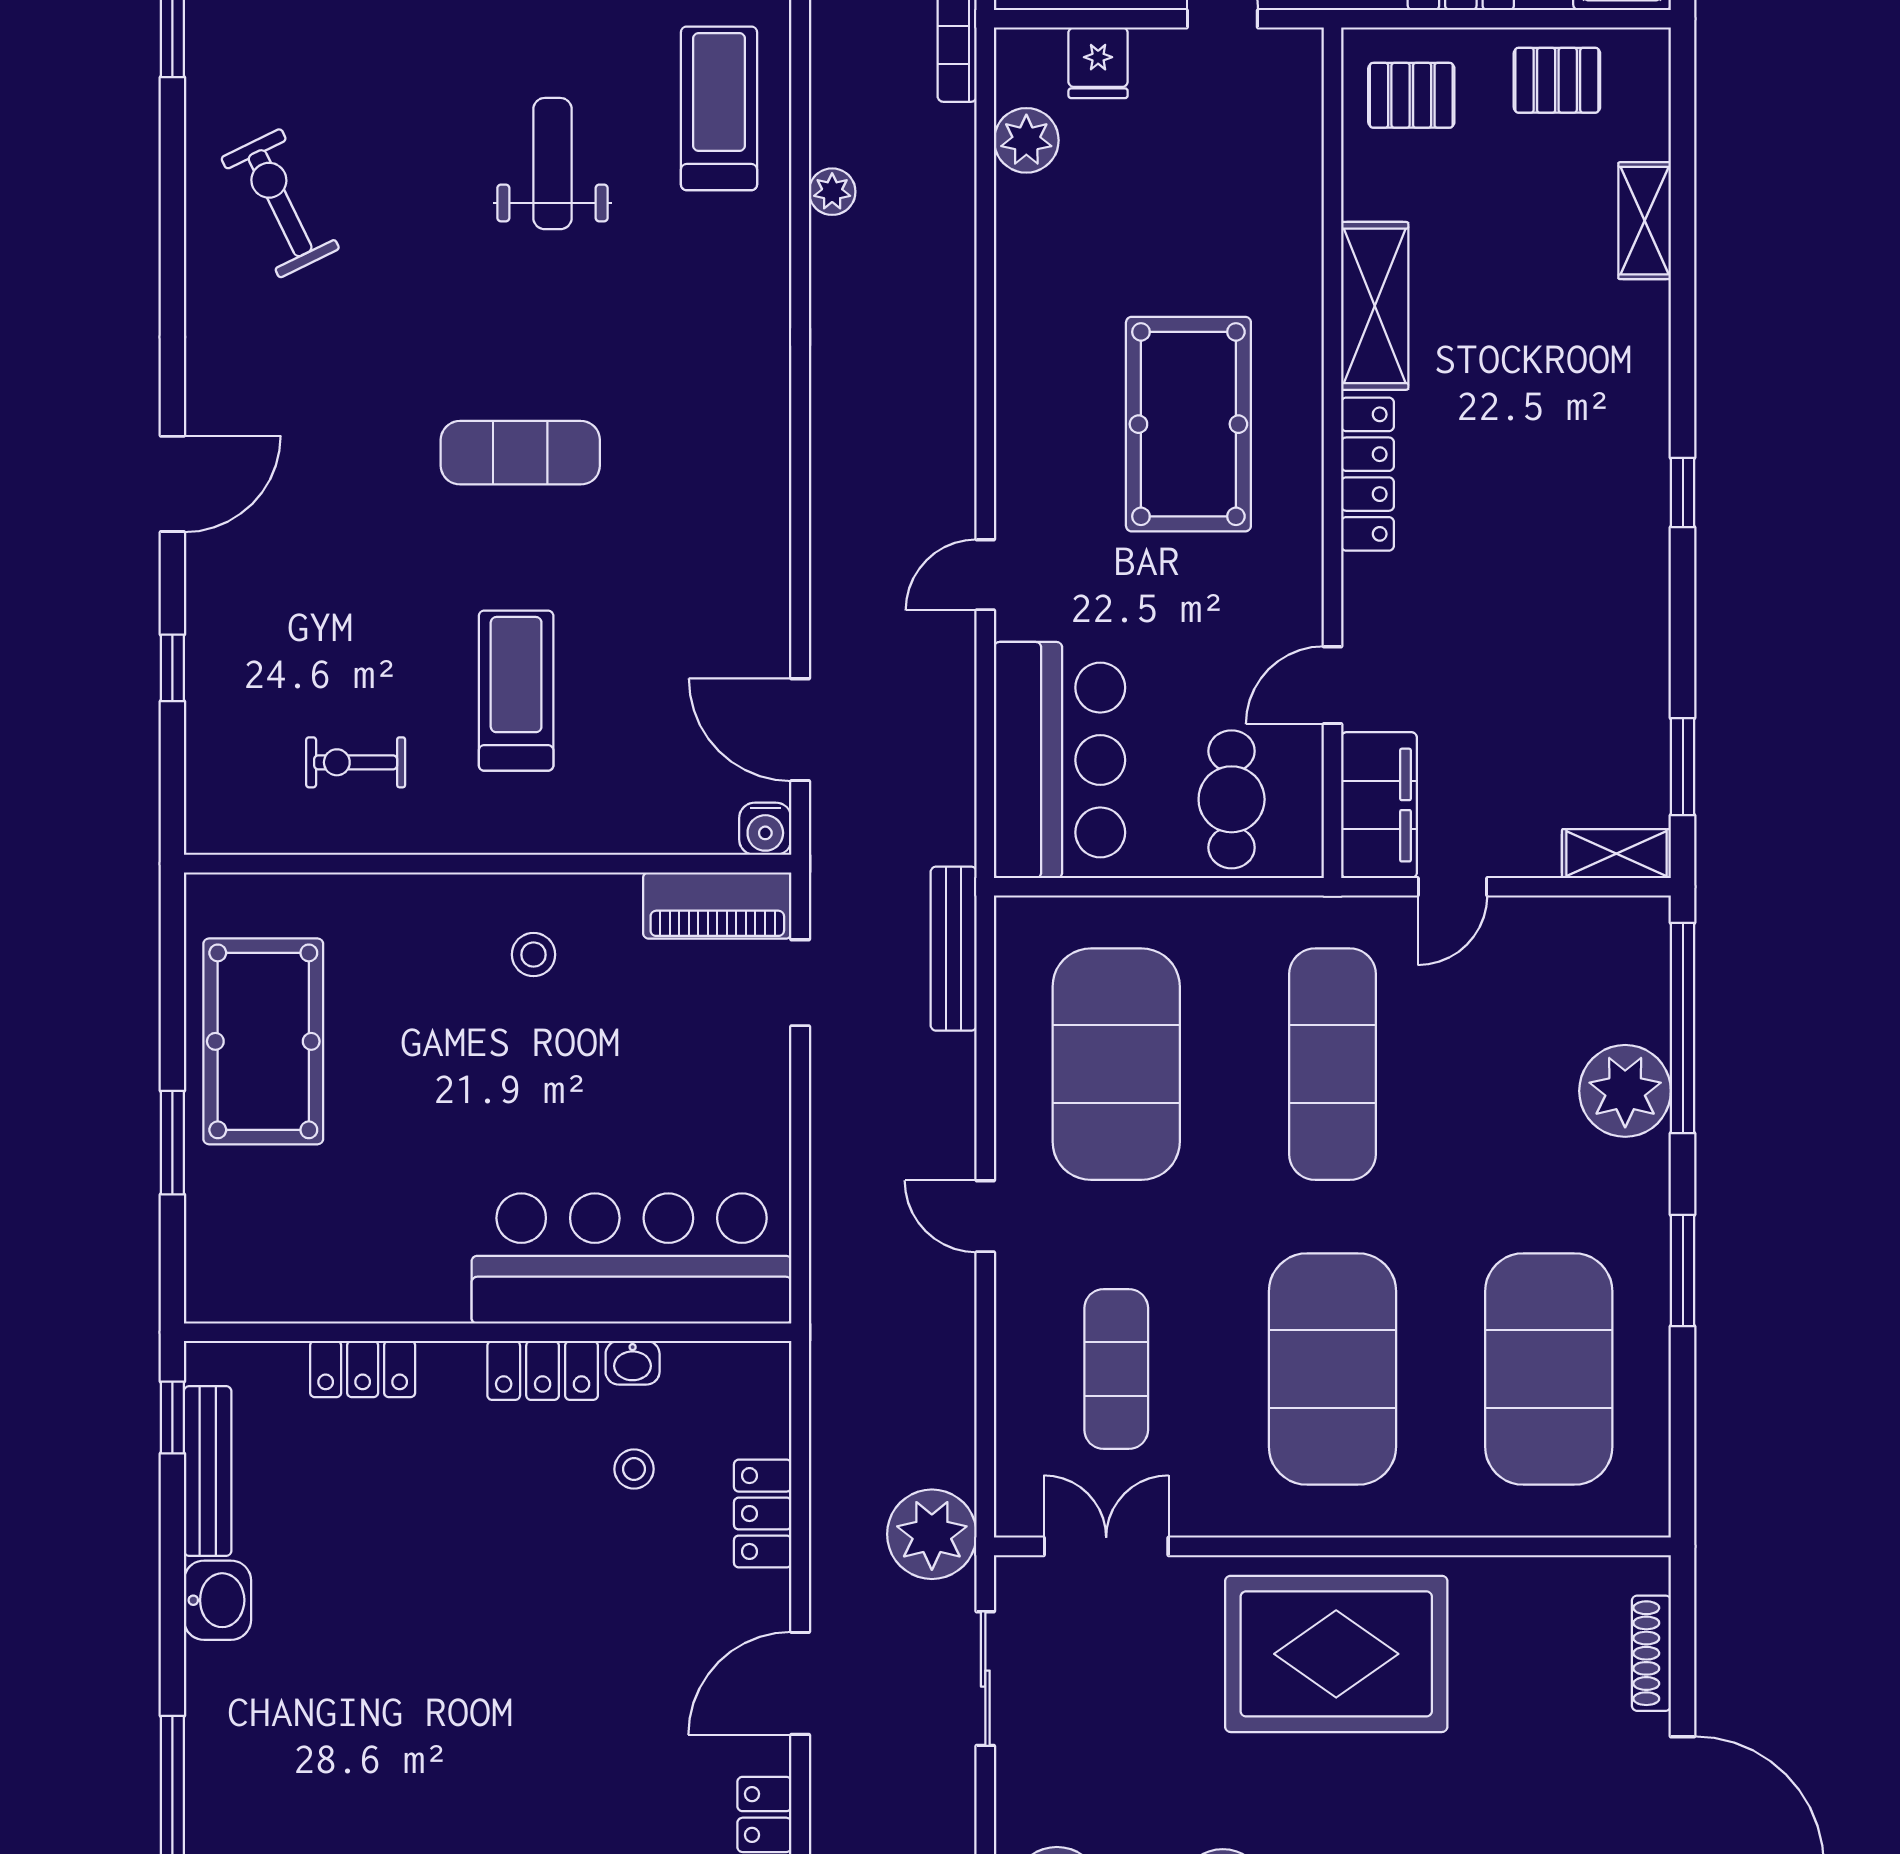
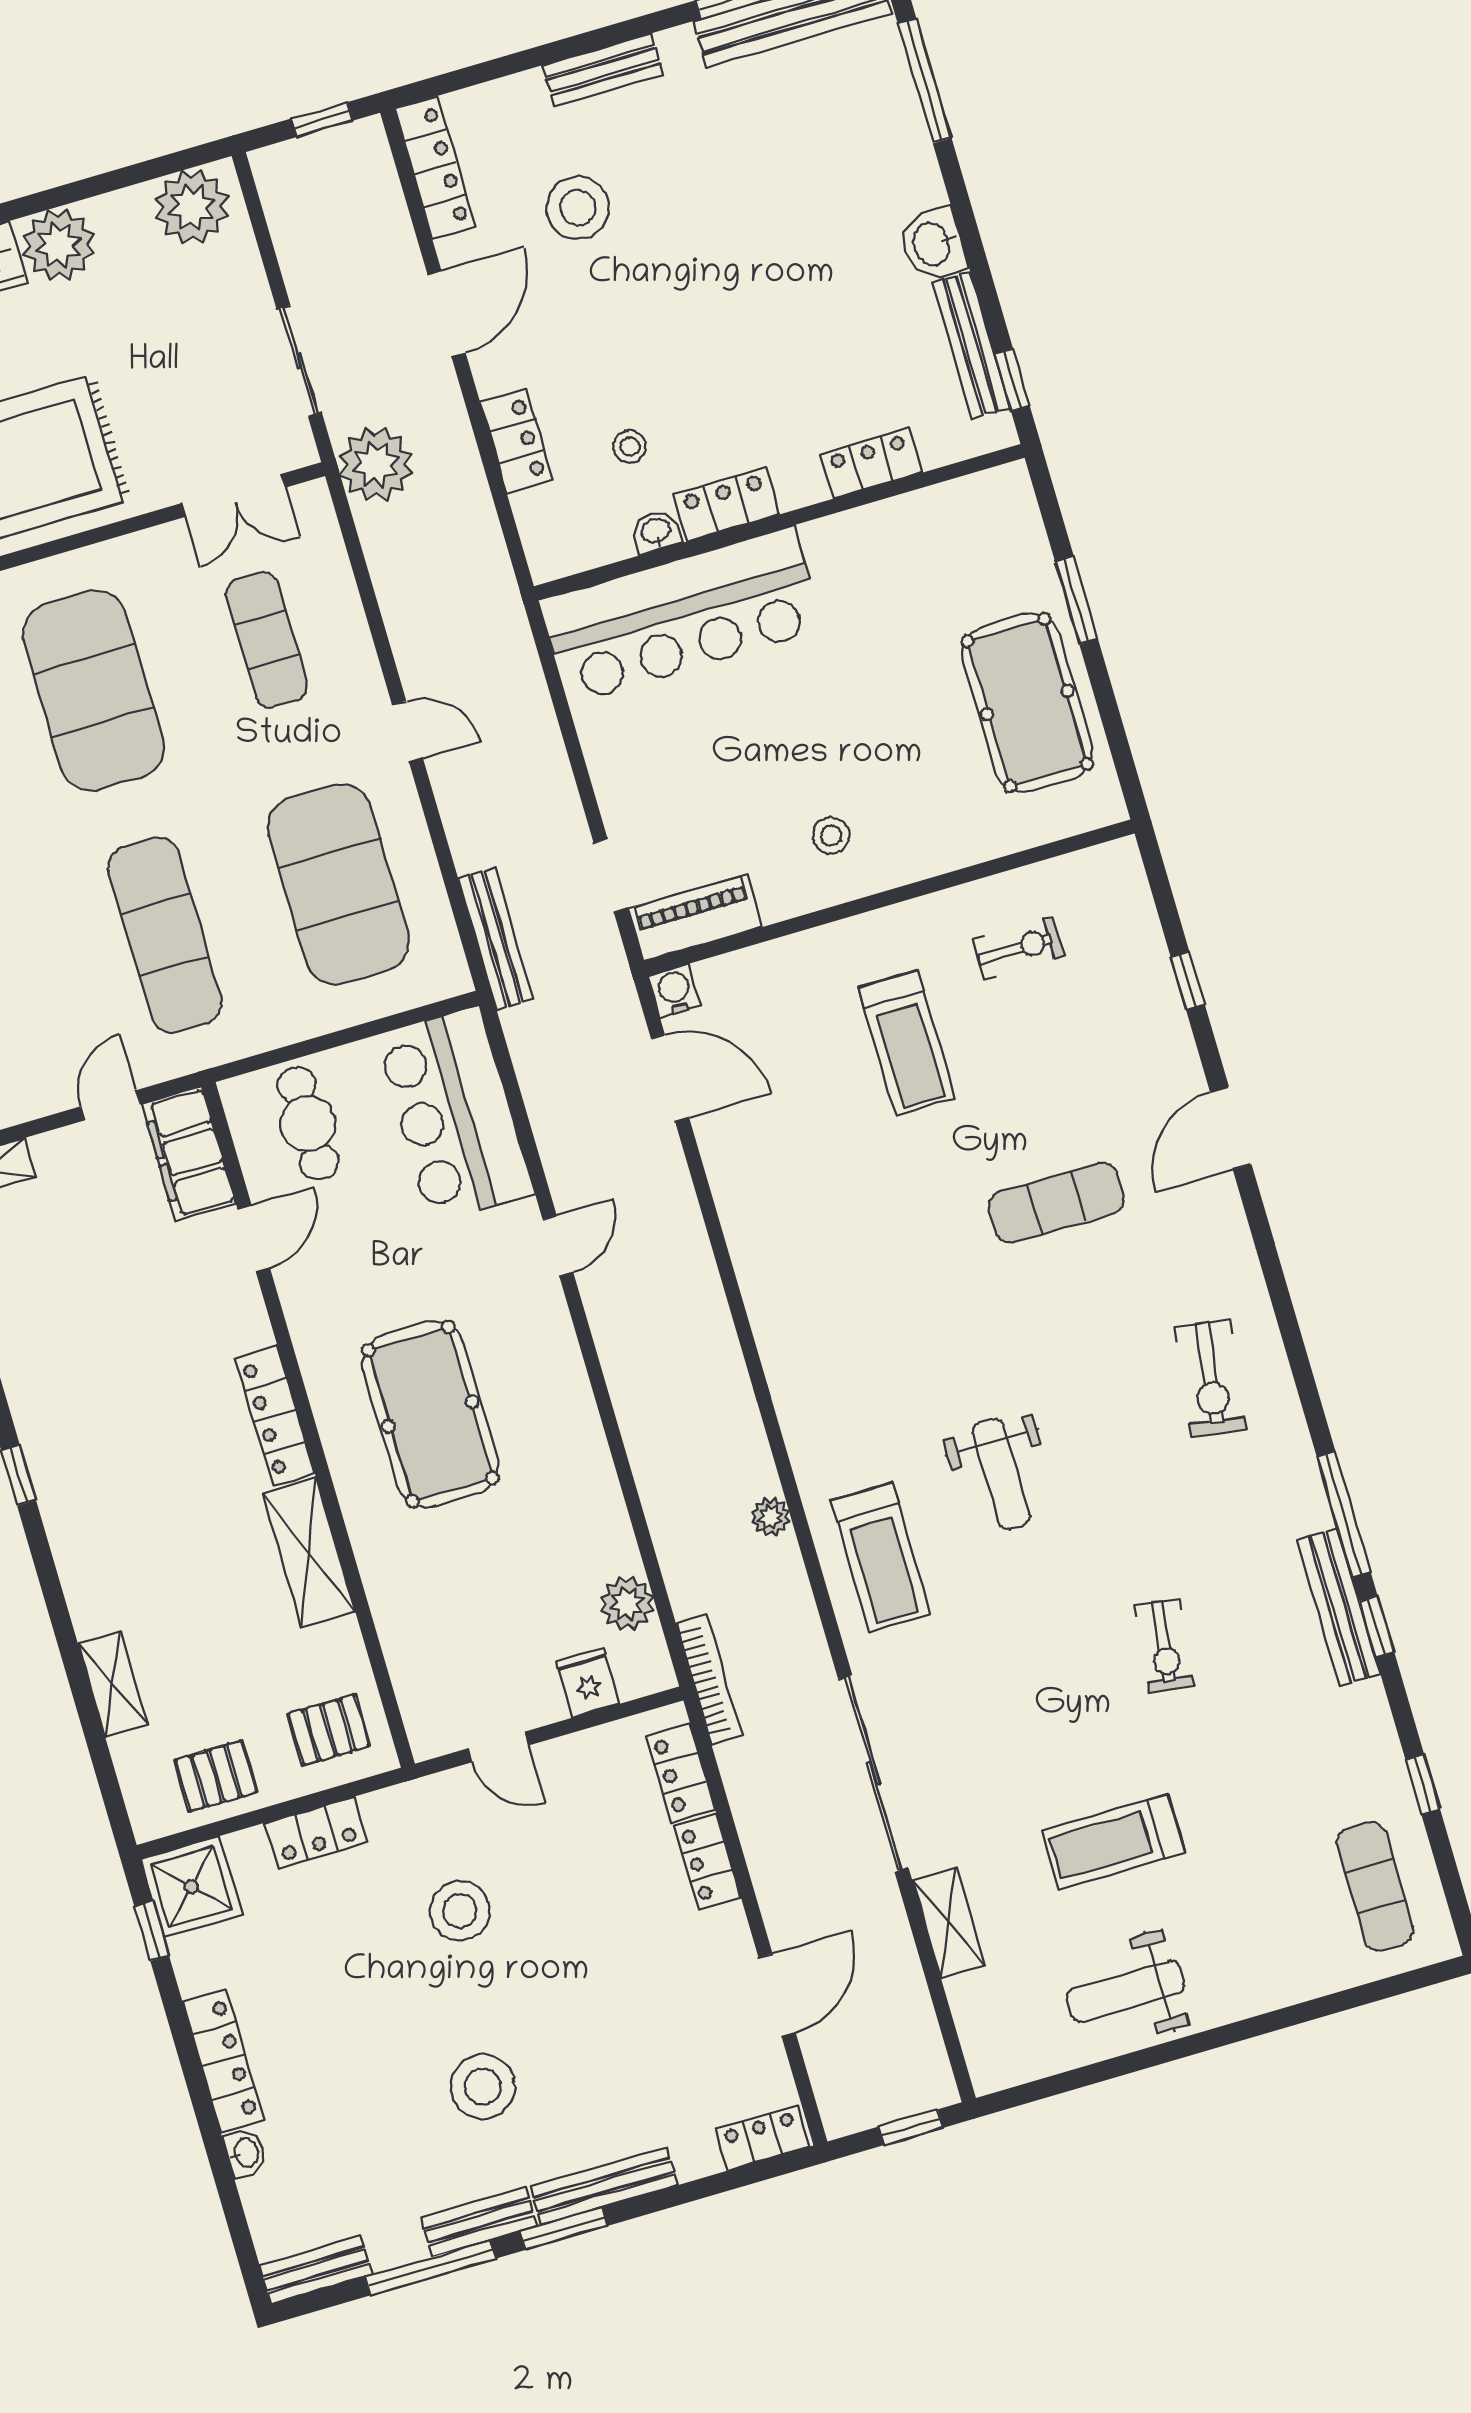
exercise bike: (280, 203) -> (1210, 1378), turned 34
exercise mat: (520, 453) -> (1056, 1203), moved
stool: (614, 1761) -> (578, 208), added

